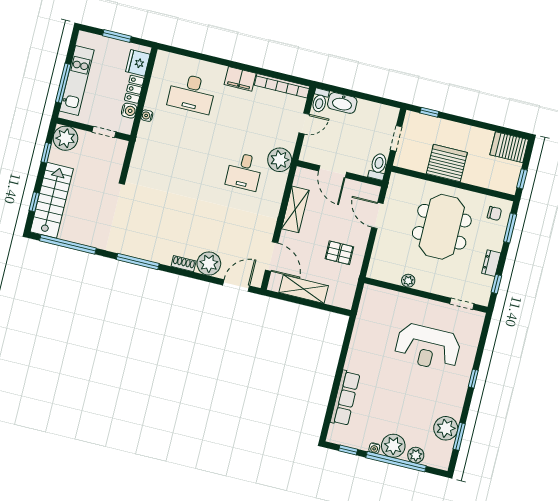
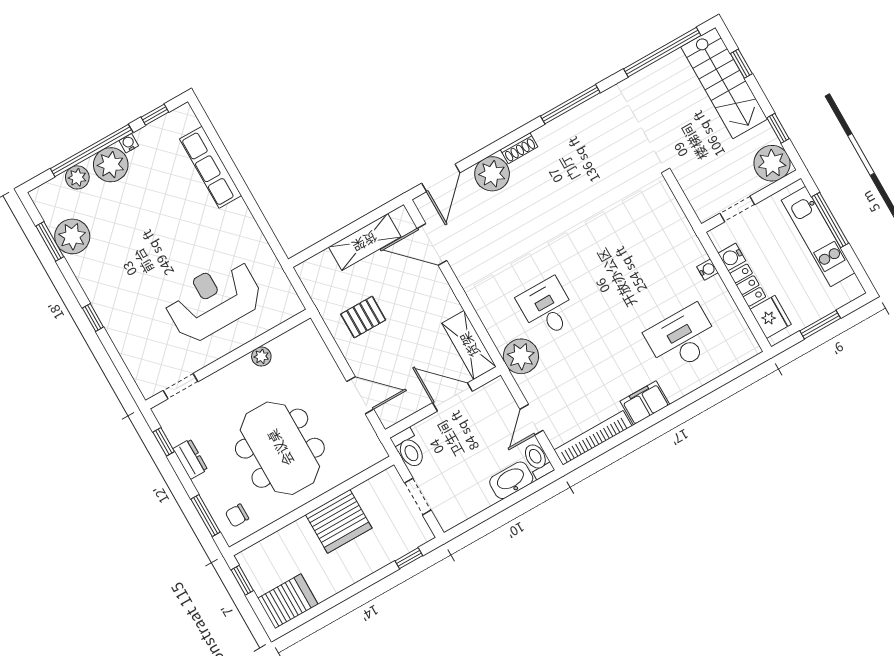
shelving: (295, 209) -> (469, 345), moved
reception desk: (428, 347) -> (213, 300), moved

